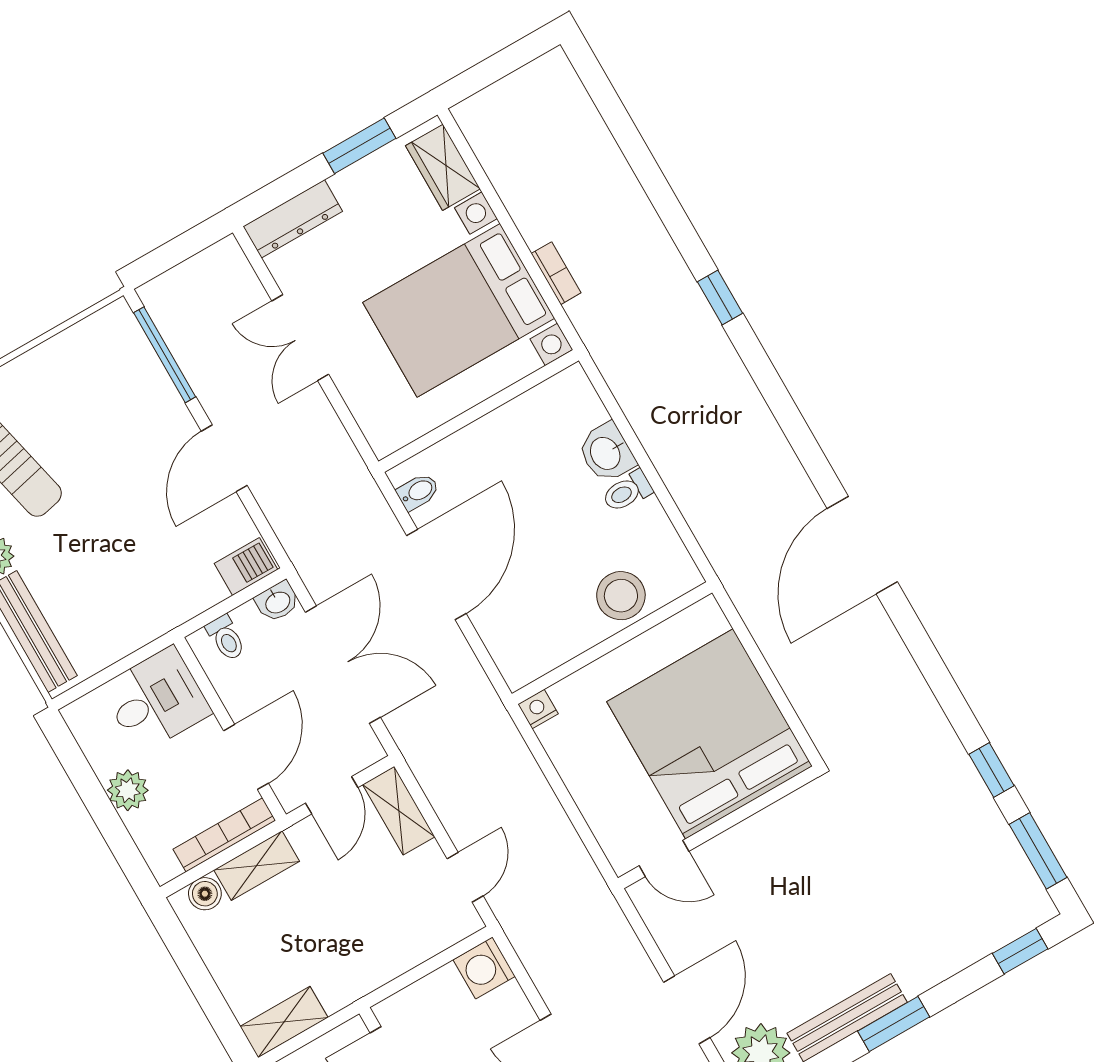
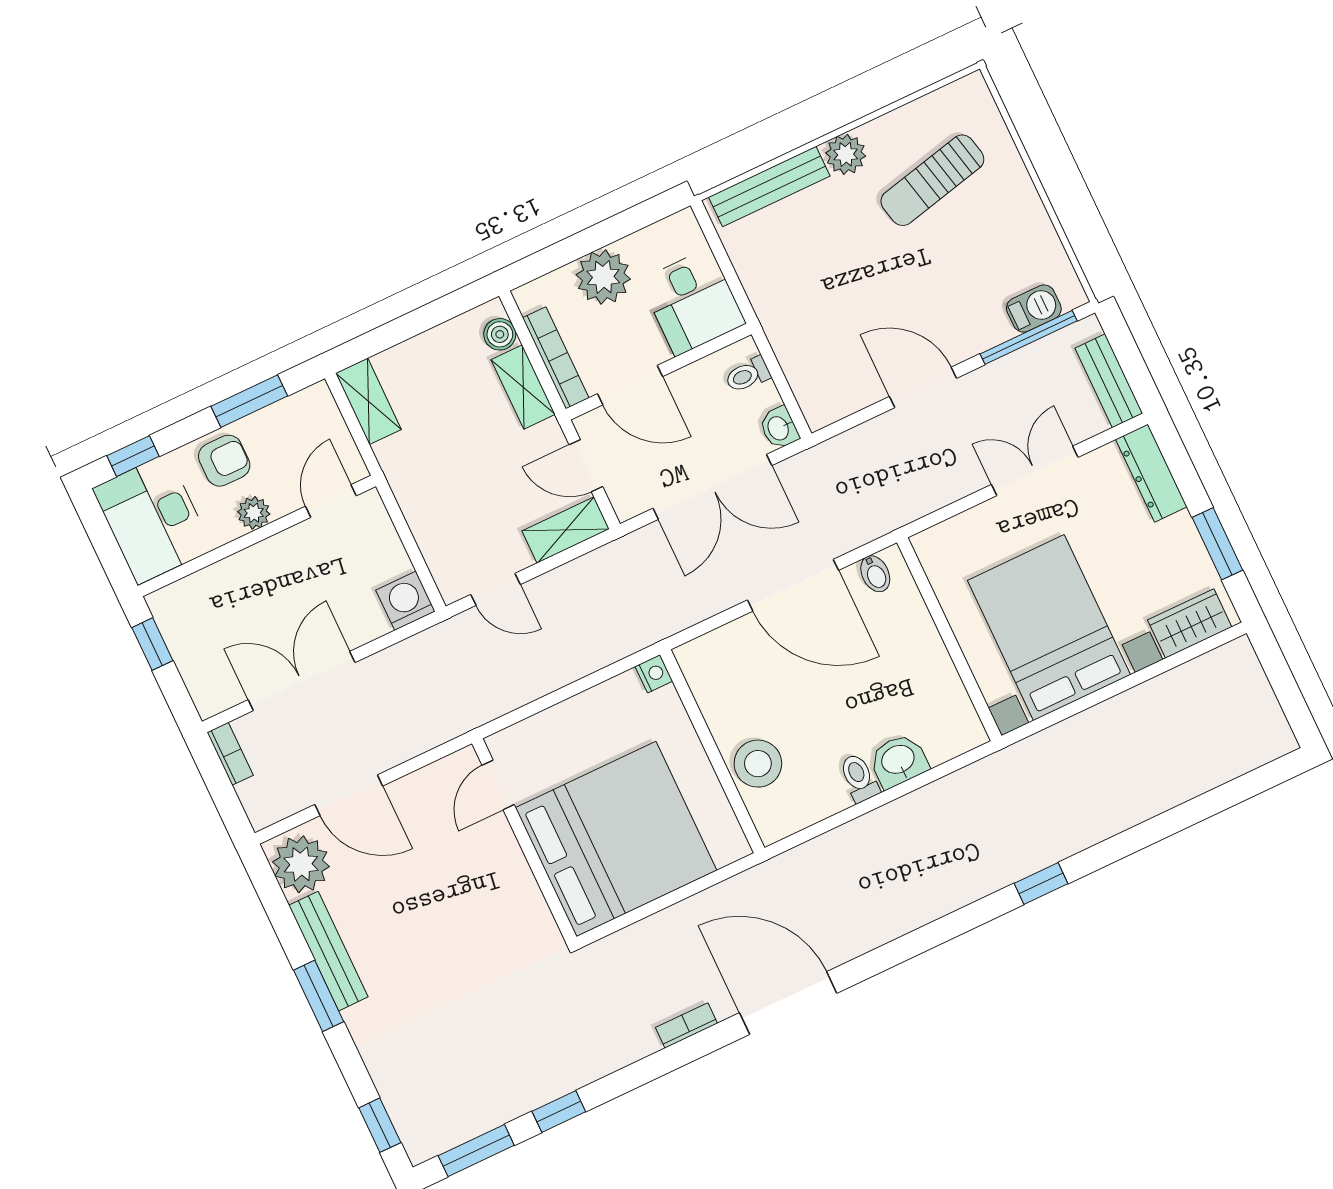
bench: (202, 270) -> (1109, 381), added
bookcase: (556, 273) -> (687, 1025), moved, turned 180
barbecue: (246, 567) -> (1034, 309), moved, turned -90
plant: (128, 790) -> (603, 277), width x1.36, depth x1.36

